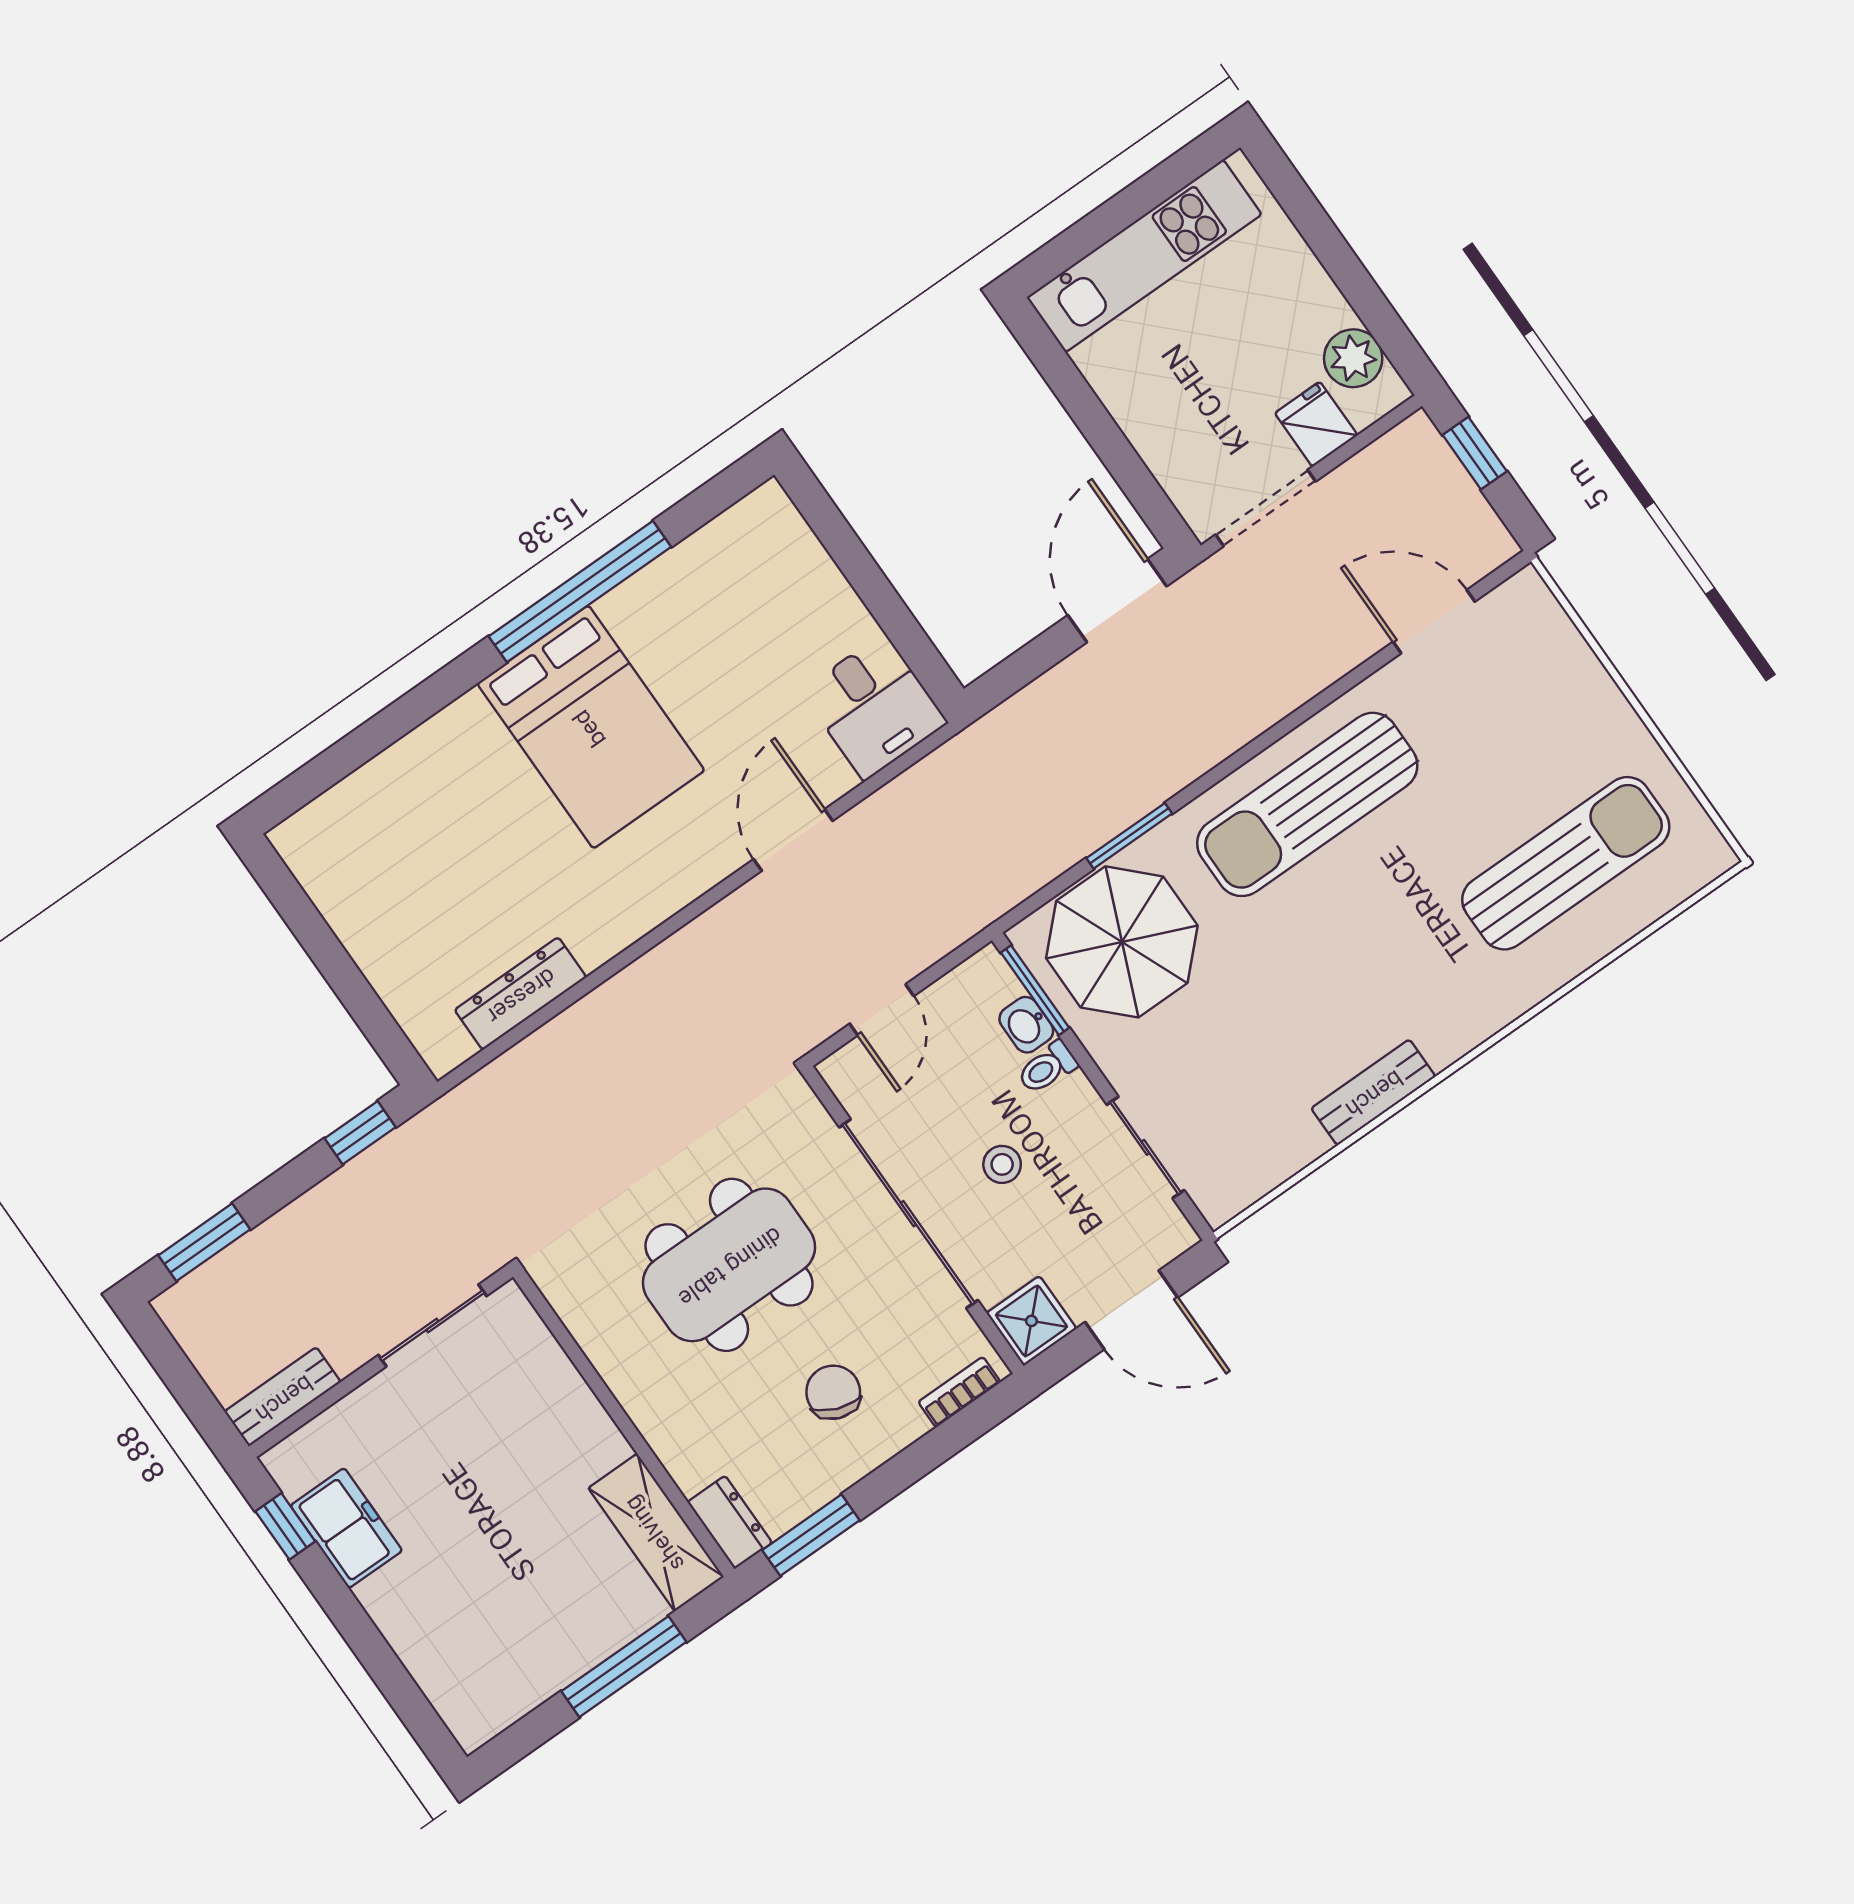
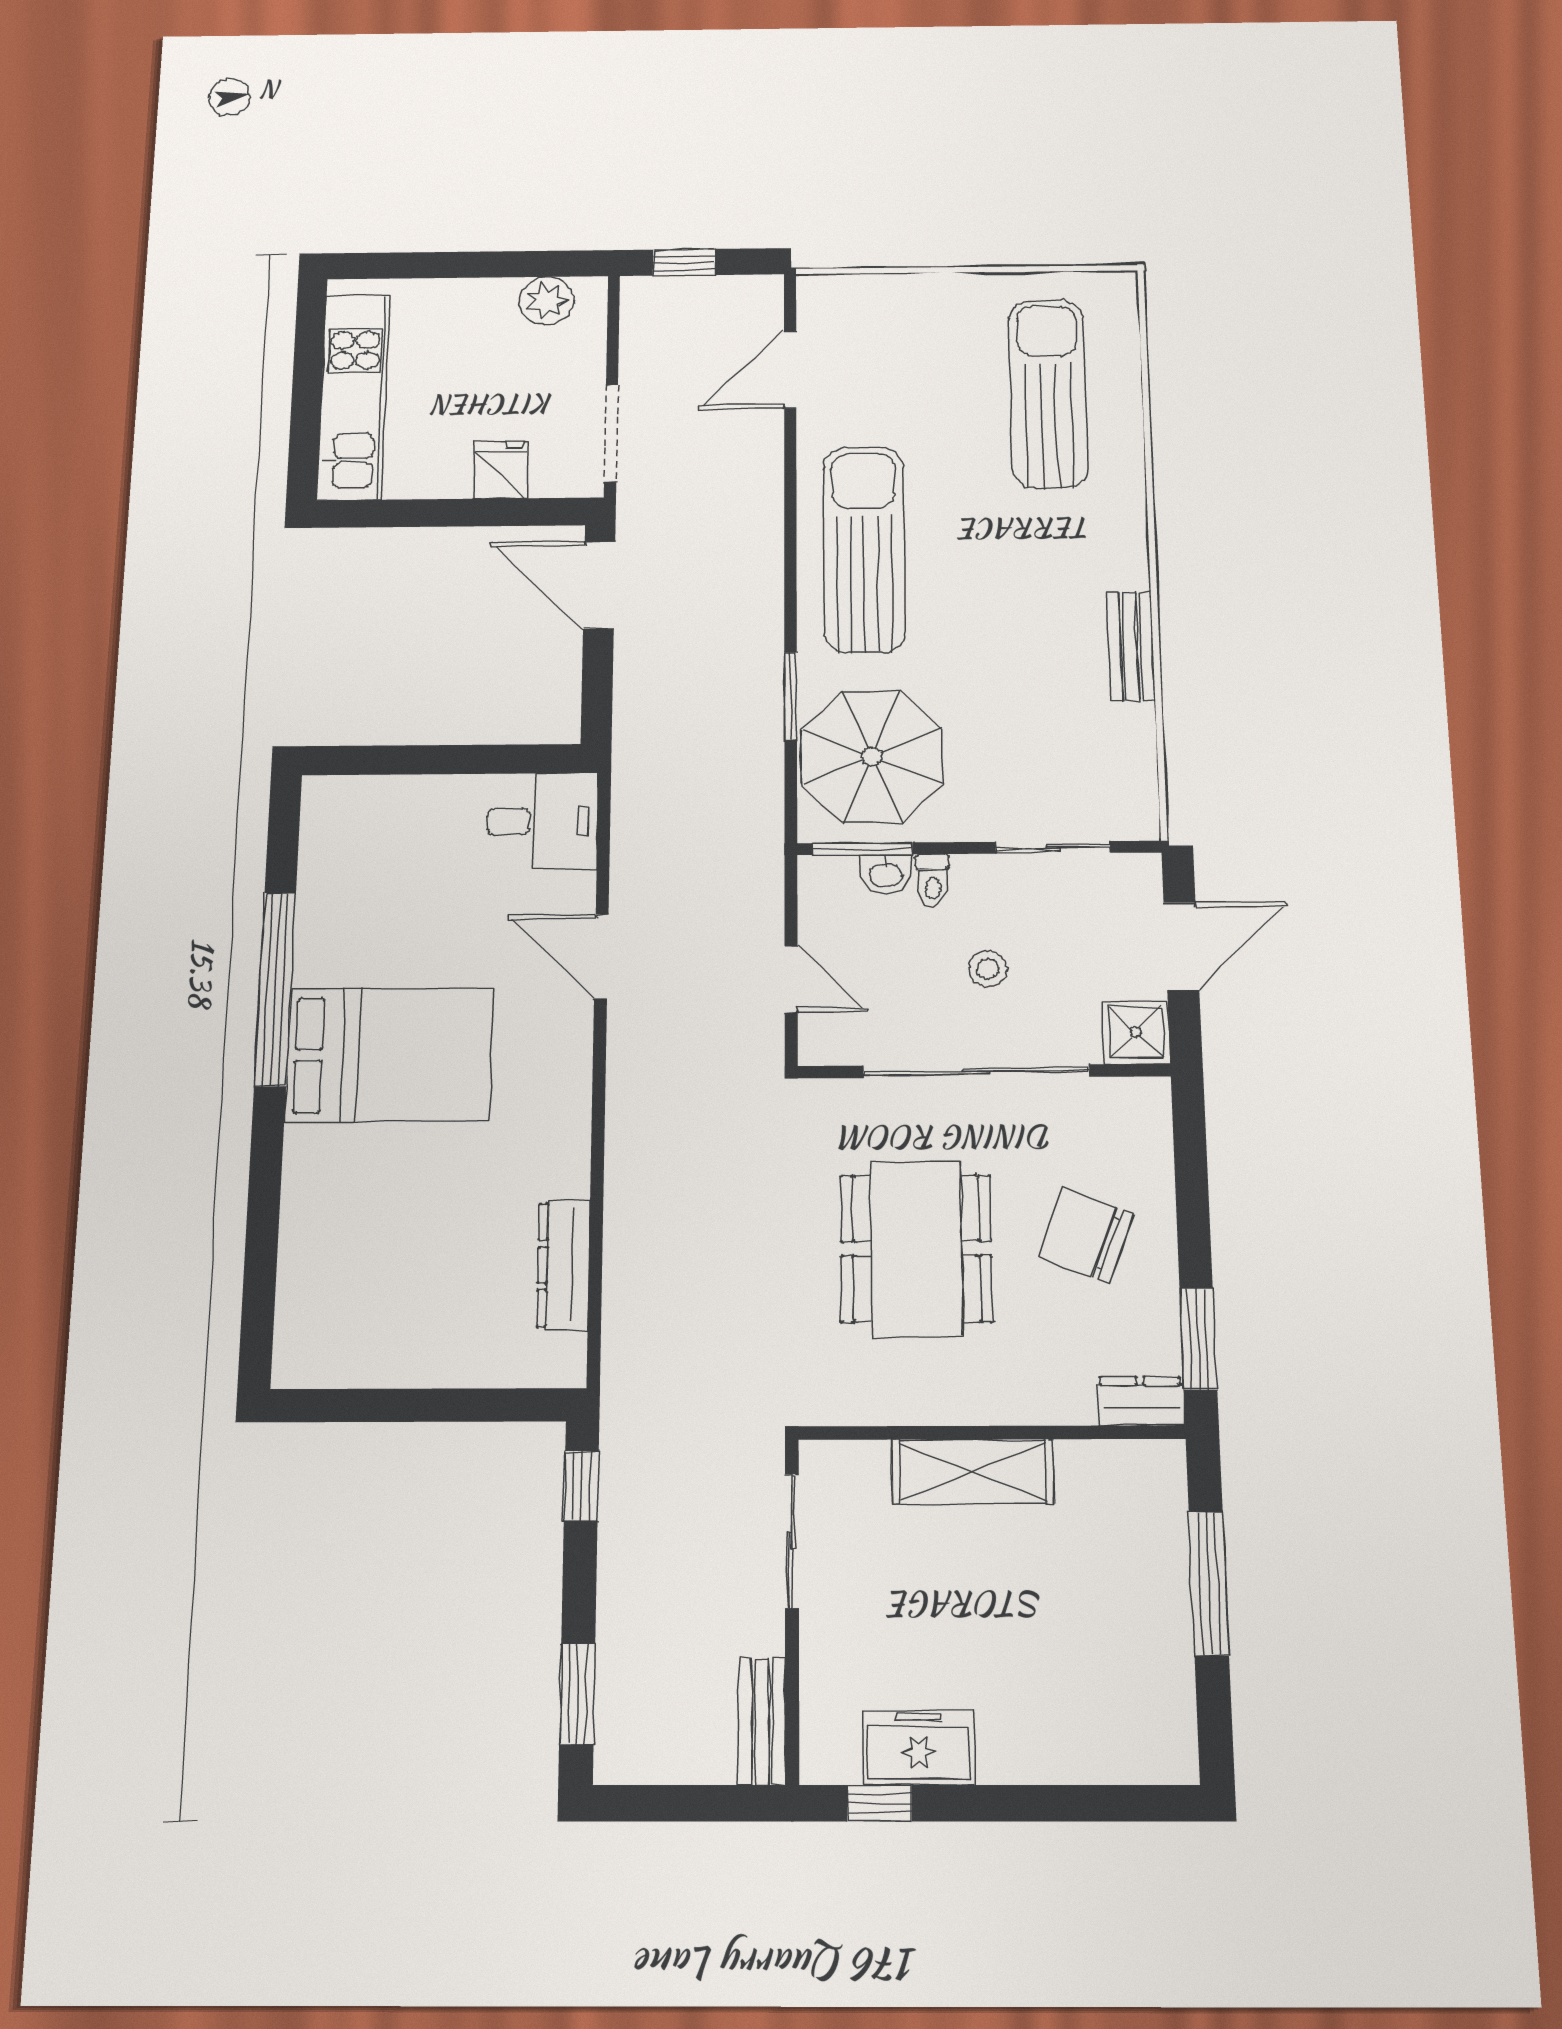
fridge: (1316, 424) -> (500, 470), moved, turned 90
sun lounger: (1307, 804) -> (864, 549), turned 180
chair: (833, 1392) -> (1086, 1236), width x1.37, depth x1.37
bookcase: (959, 1392) -> (1157, 1131), removed
shelving: (656, 1532) -> (973, 1472), moved

